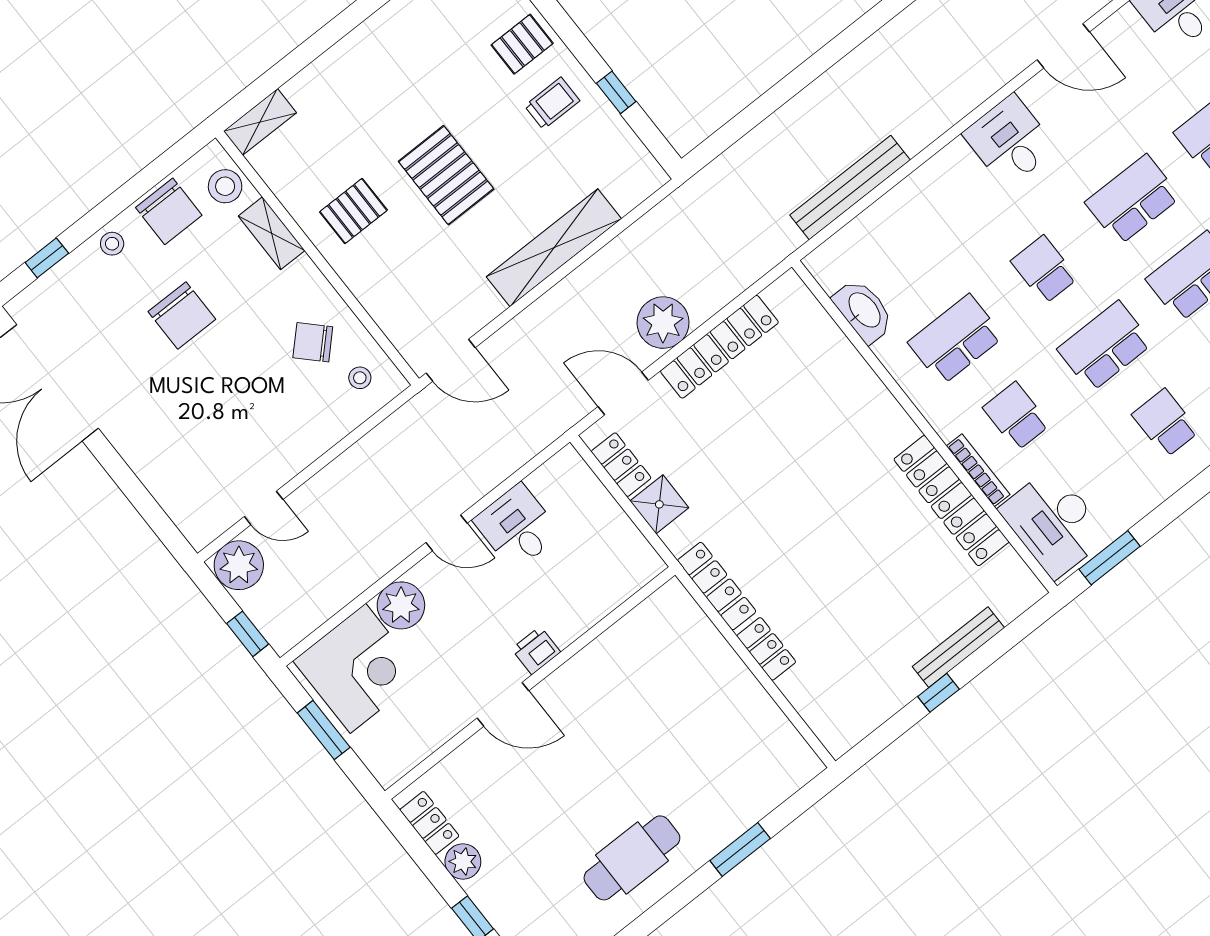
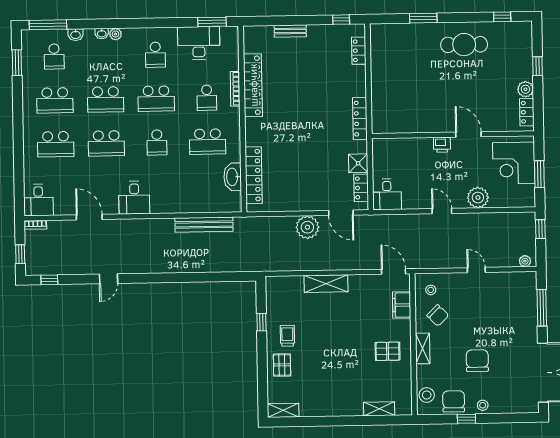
pallet: (522, 44) -> (282, 365), turned 90
trolley: (552, 103) -> (287, 336), turned 90
shelving: (260, 122) -> (379, 409), moved
pallet: (446, 175) -> (345, 339), removed
shelving: (272, 233) -> (423, 348), moved
shelving: (554, 248) -> (326, 284), width x0.68
window: (47, 258) -> (466, 419), moved
filing cabinet: (391, 312) -> (402, 305), added
locker: (719, 347) -> (254, 175), moved, turned 90
window: (139, 496) -> (542, 308), added
door: (264, 508) -> (476, 270), moved
desk: (1054, 523) -> (199, 43), moved, turned -90
desk: (517, 527) -> (387, 194), moved
plant: (239, 565) -> (525, 261), width x0.53, depth x0.53
bench: (958, 647) -> (290, 31), width x0.73
locker: (766, 649) -> (359, 51), moved
corner desk: (358, 668) -> (514, 163), moved, turned -90
window: (938, 693) -> (341, 20), moved

